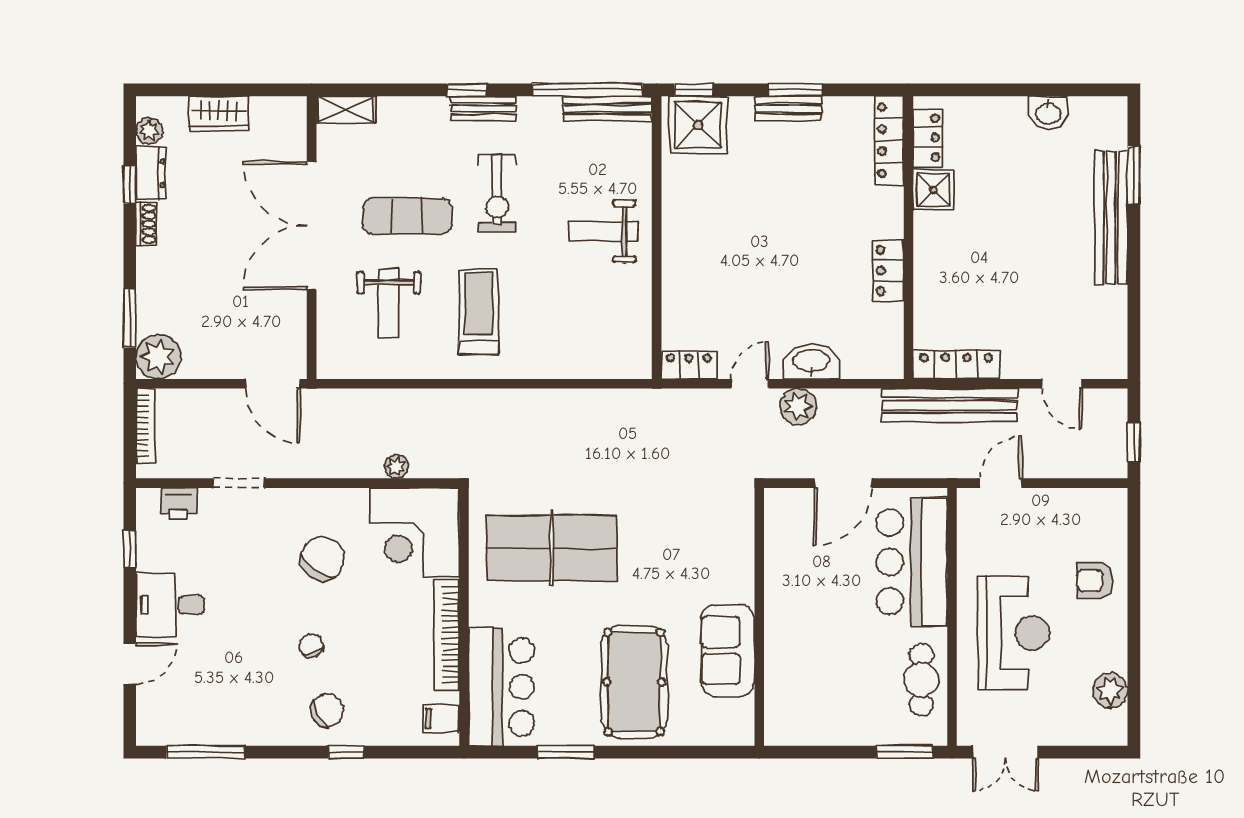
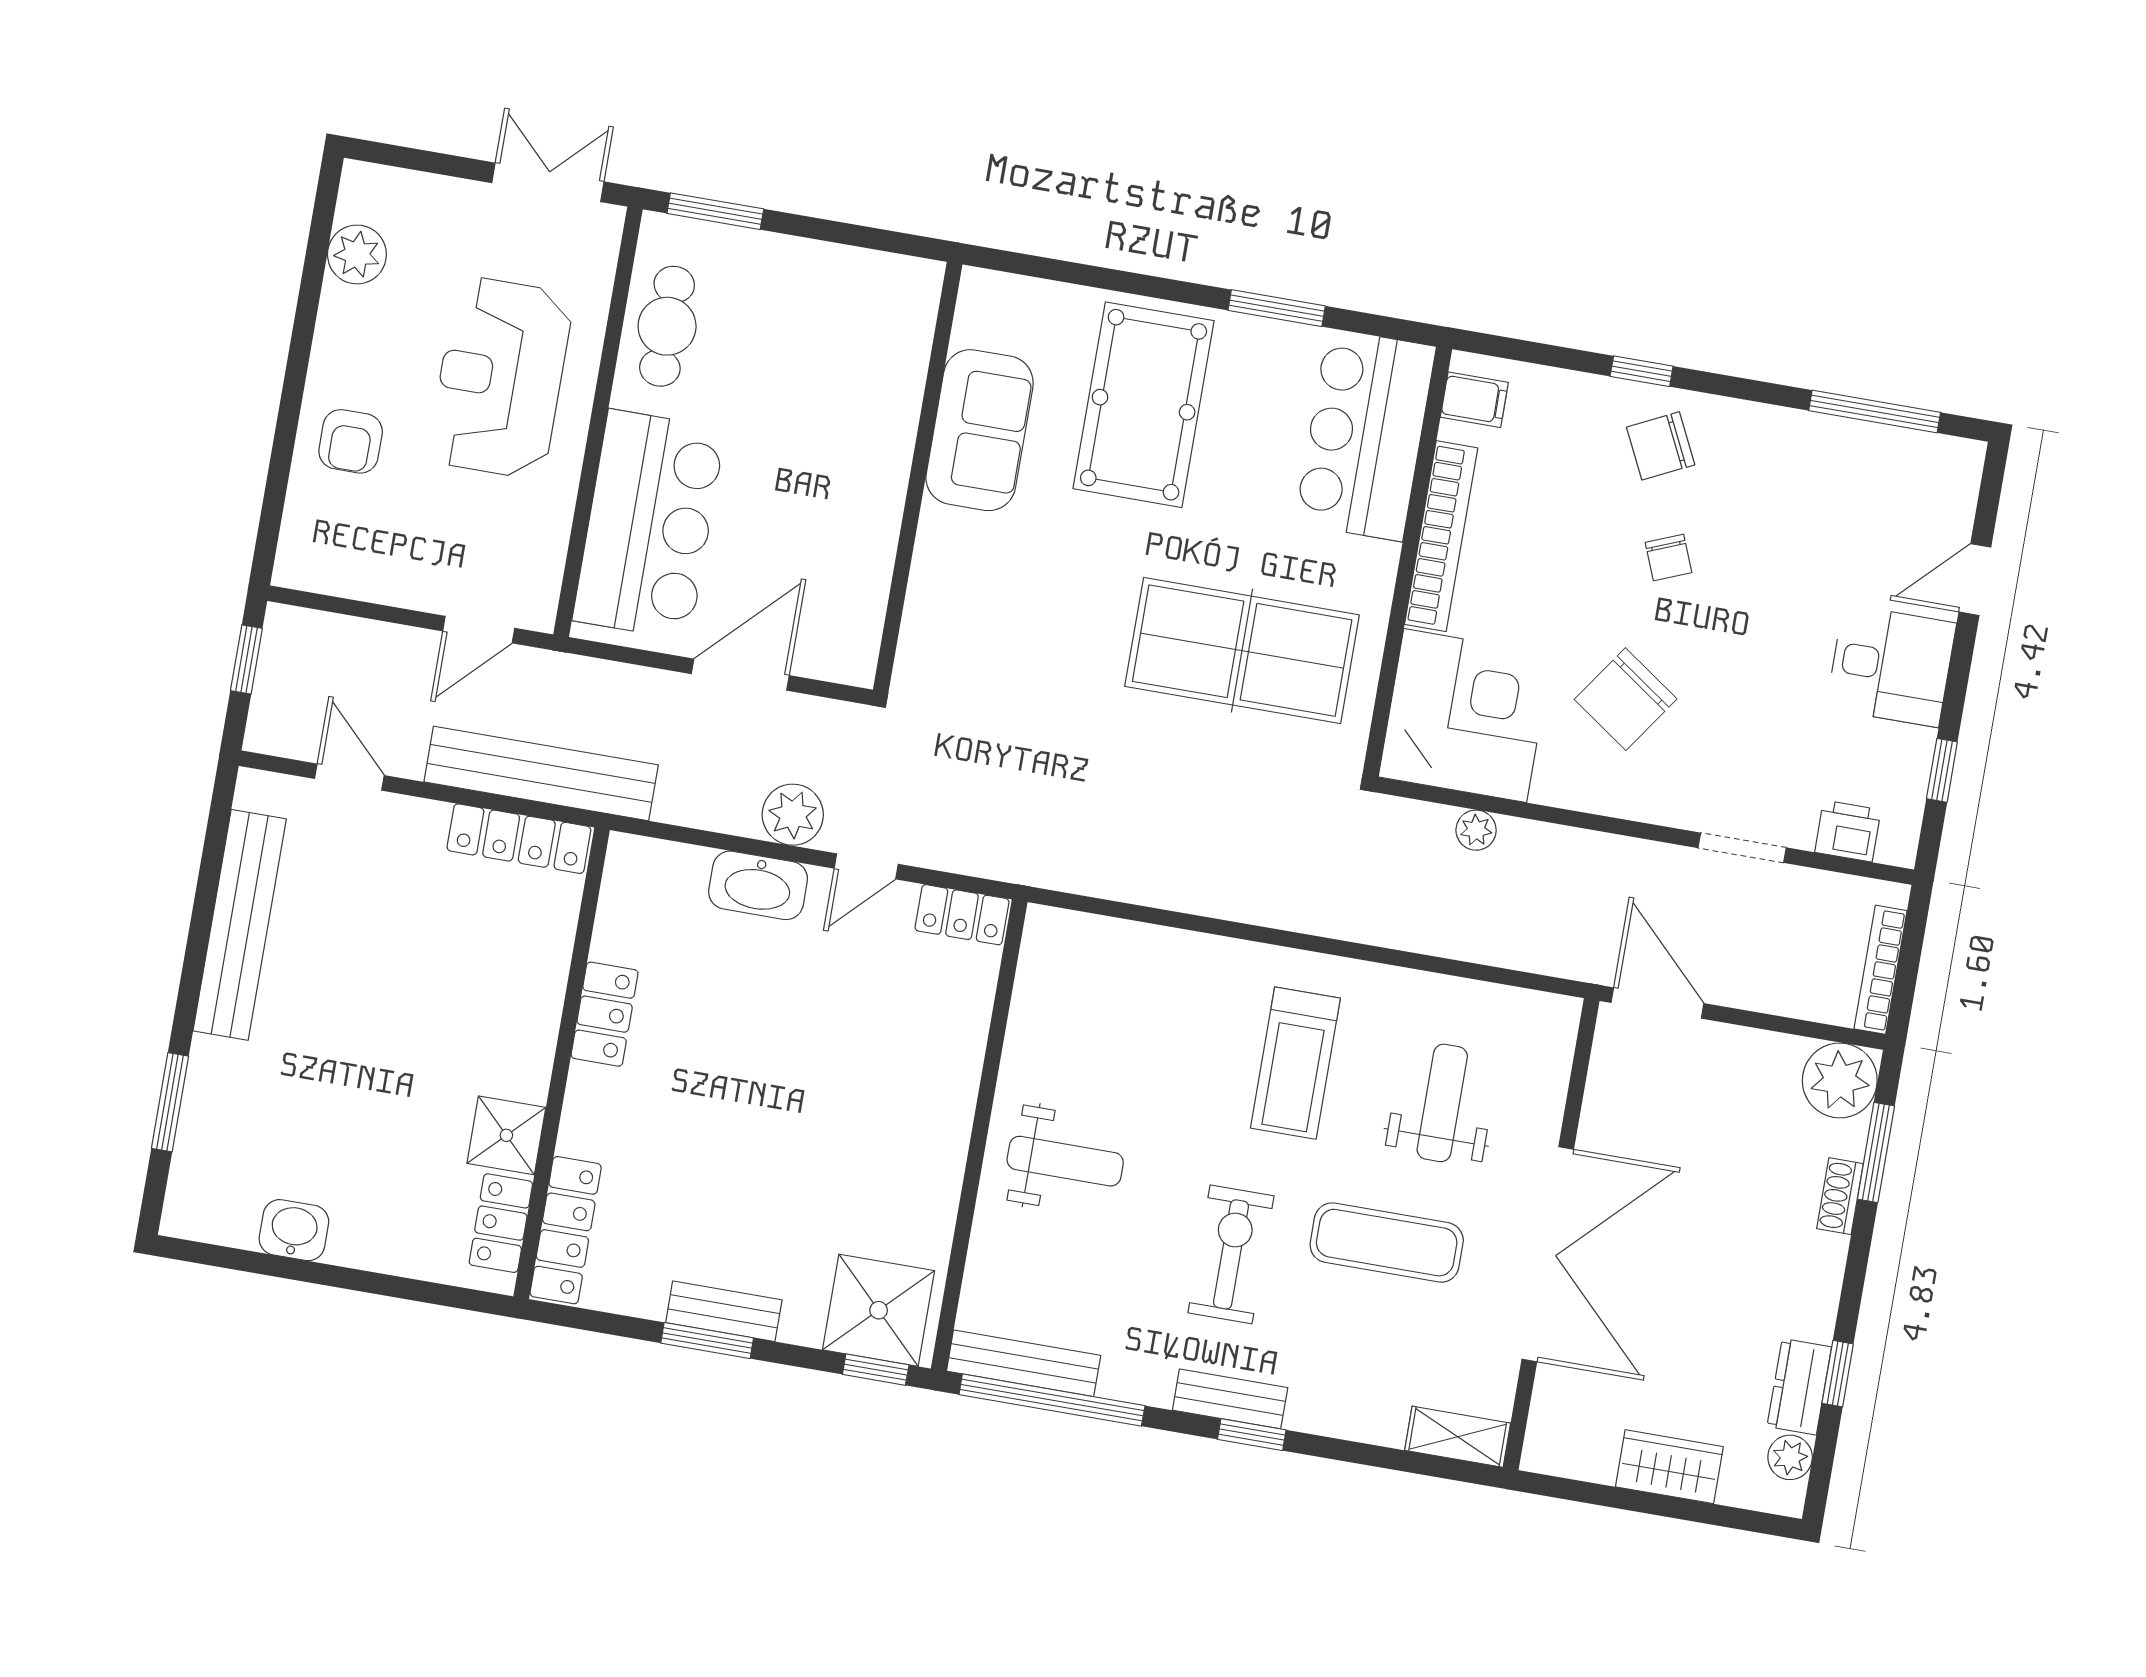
bench: (1111, 218) -> (240, 925), moved
shoe rack: (146, 224) -> (1840, 1196), moved
armchair: (1095, 580) -> (351, 441), turned 90

